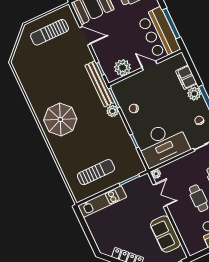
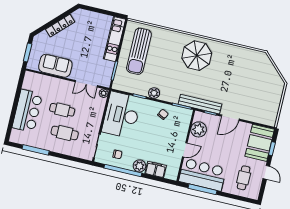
sun lounger: (50, 32) -> (265, 97), removed
door: (85, 36) -> (230, 118), moved
plant: (112, 111) -> (154, 93), moved
sun lounger: (96, 172) -> (139, 51), width x1.36, depth x1.34

